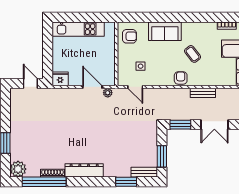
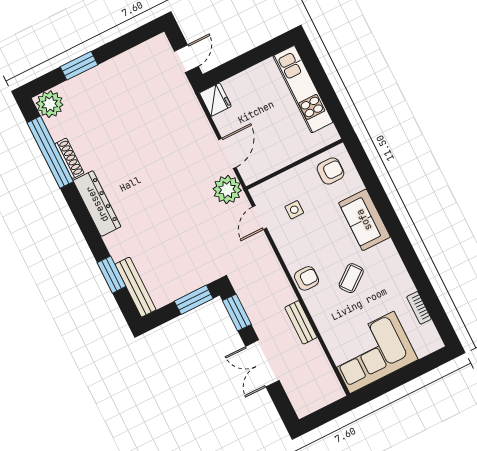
armchair: (129, 36) -> (331, 171), turned -90
plant: (108, 93) -> (227, 190), width x1.88, depth x1.88
window: (162, 156) -> (194, 300), moved
bench: (144, 172) -> (136, 287), width x1.36

